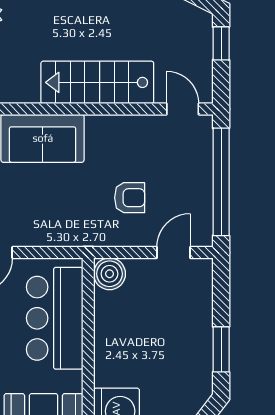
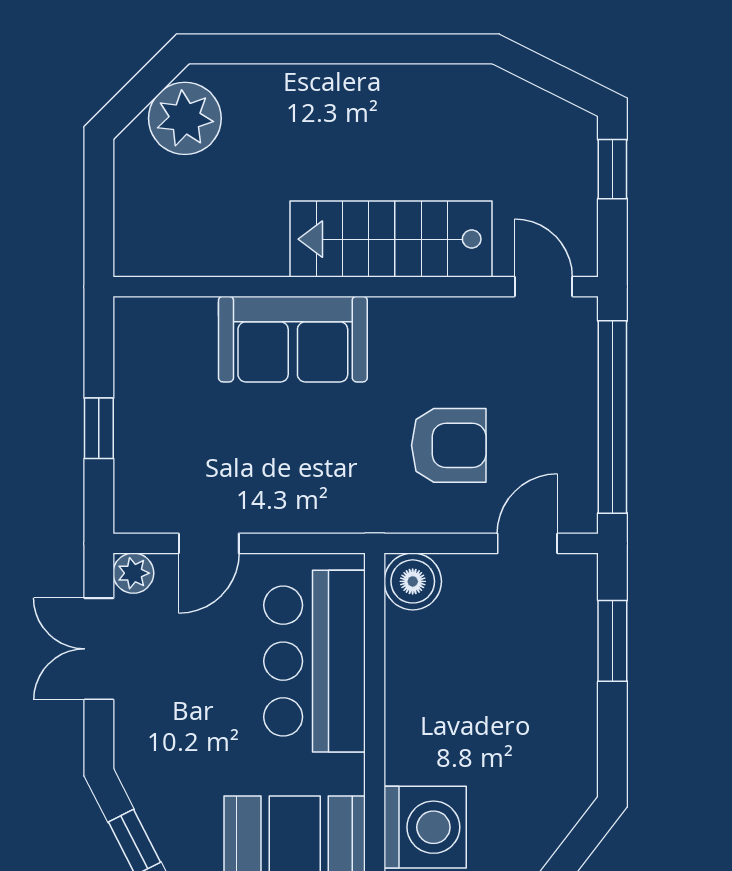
armchair: (130, 198) -> (449, 445), width x1.38, depth x1.38
window: (221, 349) -> (612, 641), moved

